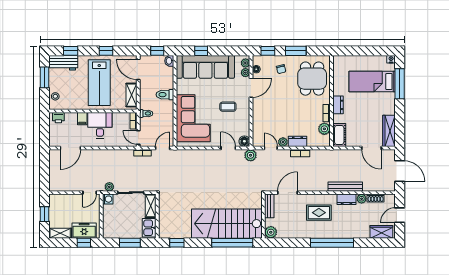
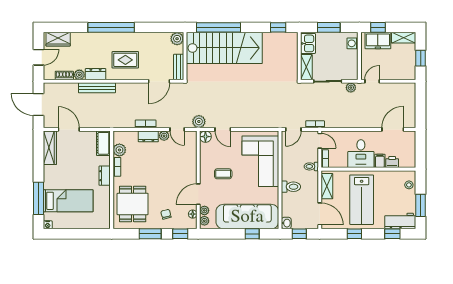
lab bench: (99, 83) -> (362, 200), turned 180
printer: (58, 118) -> (392, 162), moved
washing machine: (108, 199) -> (353, 43), moved

